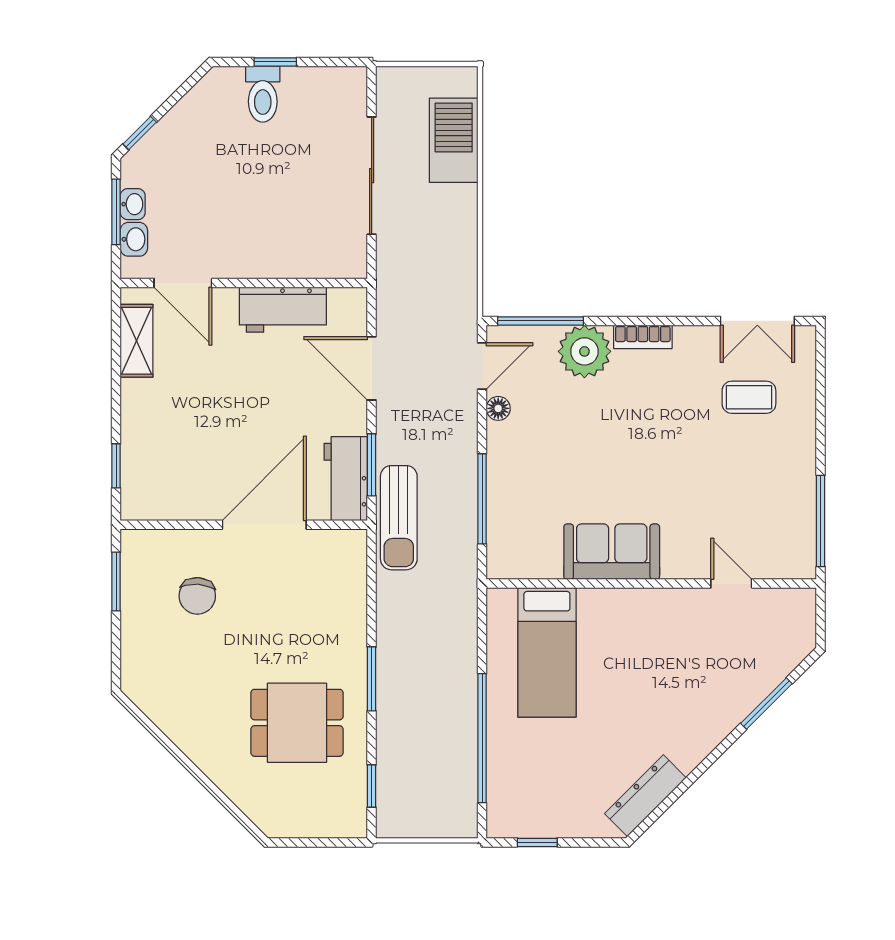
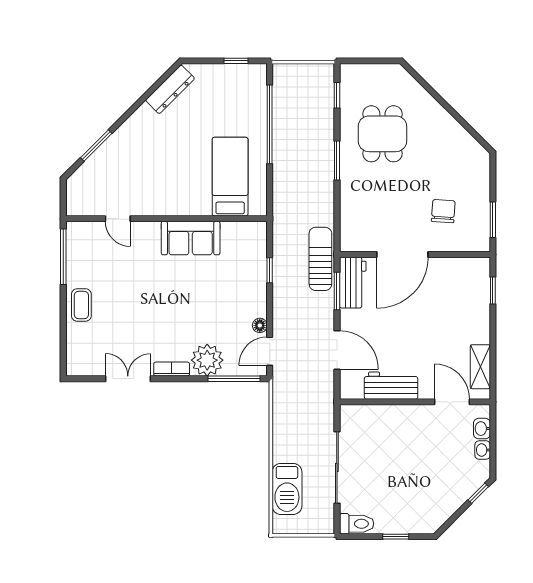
toilet: (263, 94) -> (357, 524), moved, turned 90
window: (116, 212) -> (493, 445), removed
double door: (757, 321) -> (128, 379), moved
coffee table: (749, 397) -> (81, 305), moved, turned 90
window: (482, 499) -> (270, 270), width x0.46
dining table: (297, 723) -> (382, 134), turned 90

